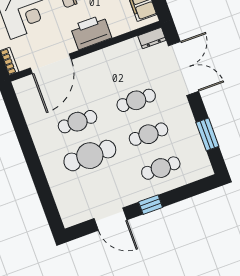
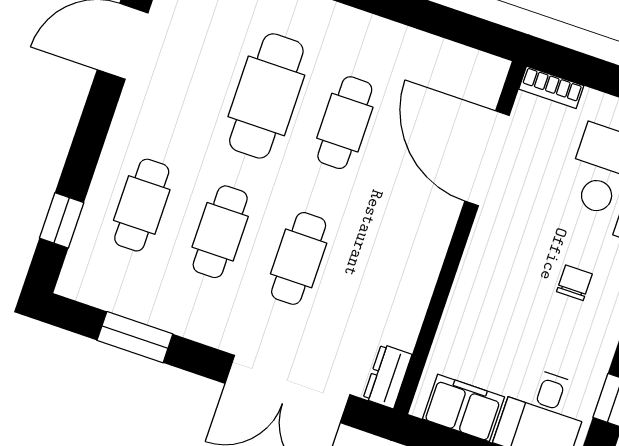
printer: (91, 32) -> (486, 276), removed
window: (151, 205) -> (62, 220), moved

